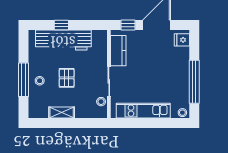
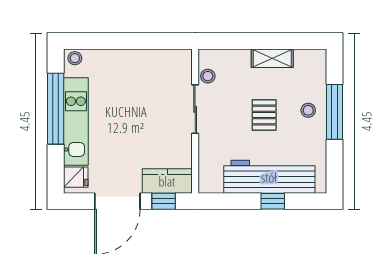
kitchen counter: (118, 51) -> (167, 181), moved, turned 90
kitchen unit: (143, 111) -> (76, 121), moved, turned -90

